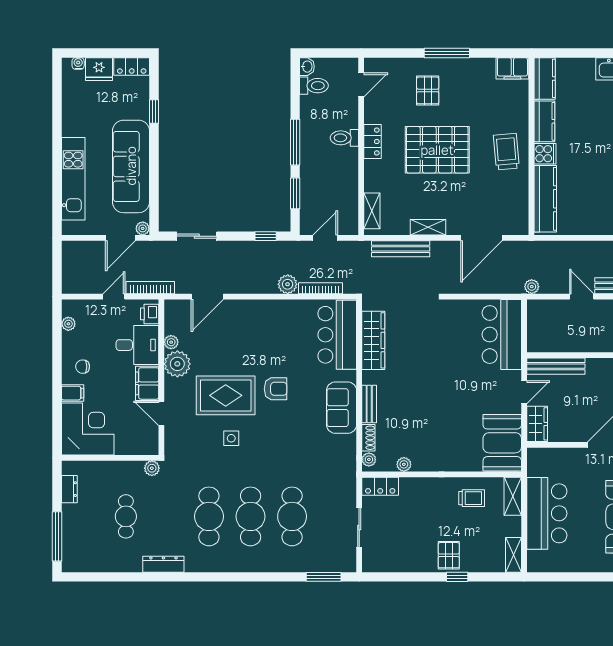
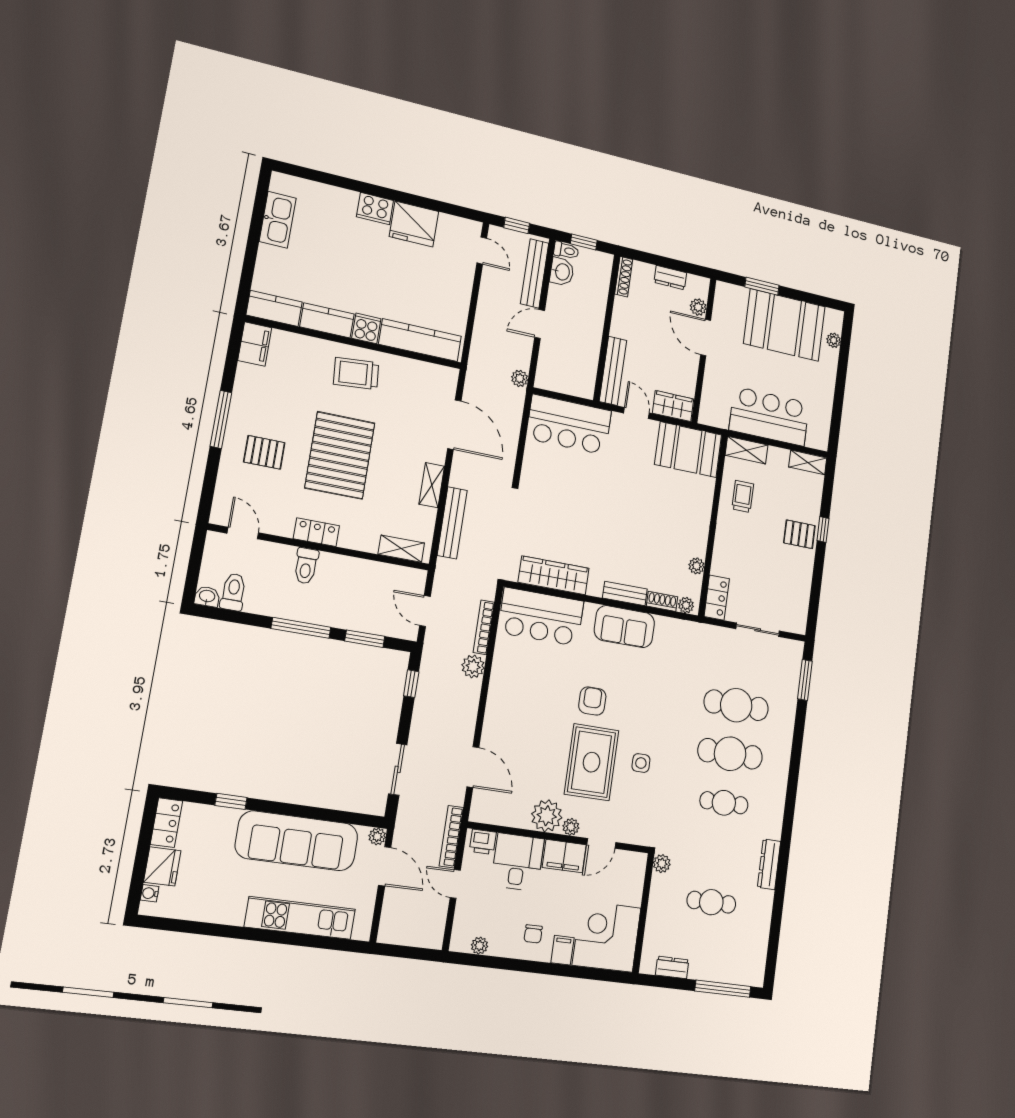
plant: (171, 342) -> (571, 827), moved
cafe table: (209, 516) -> (724, 803), width x0.73, depth x0.74

